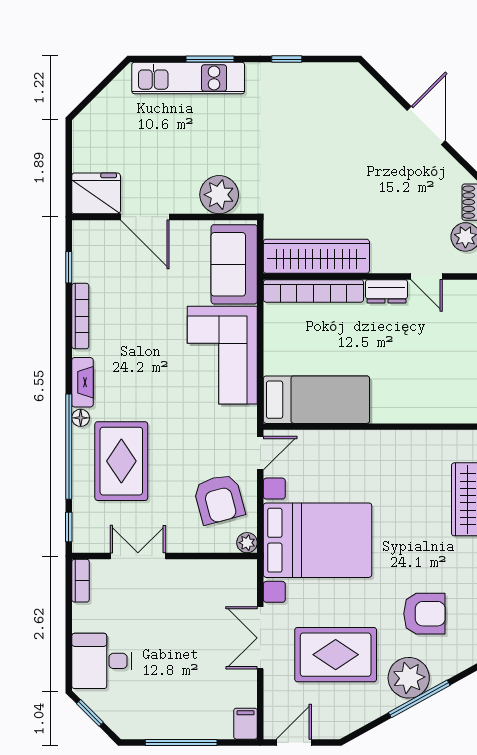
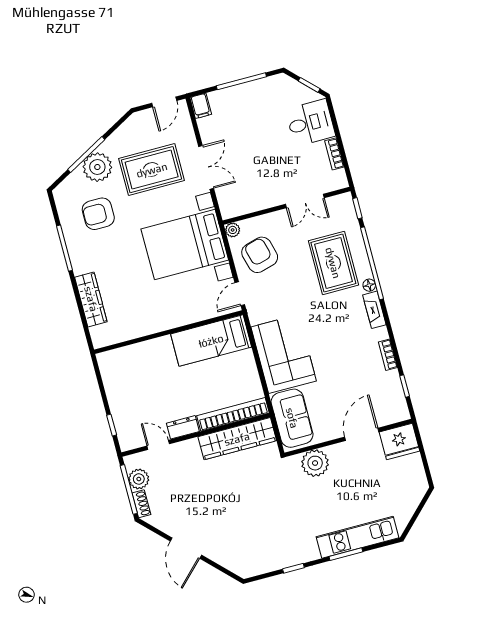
door: (145, 217) -> (362, 434), hinge flipped
bookcase: (80, 316) -> (388, 355), width x0.64
bookcase: (80, 581) -> (334, 154), moved

